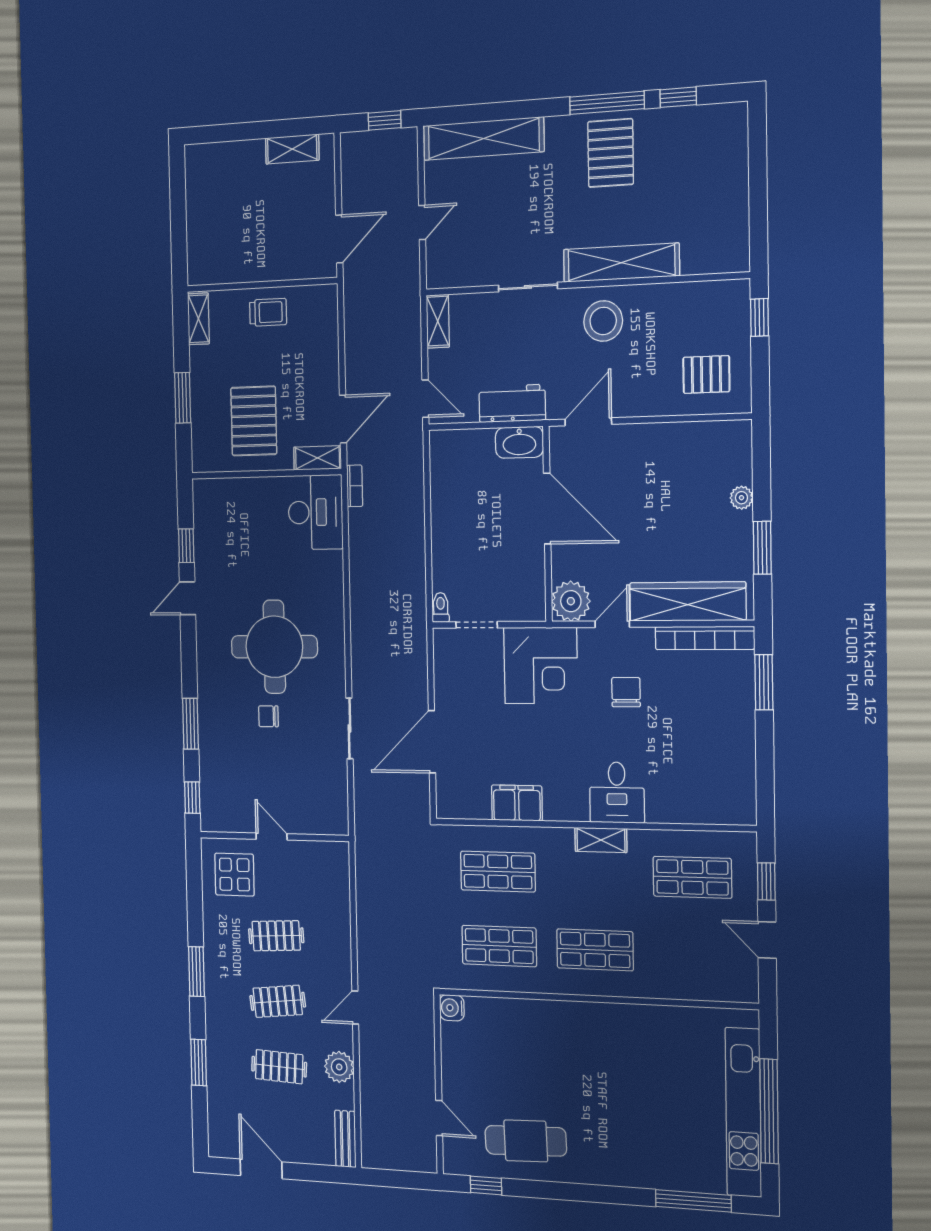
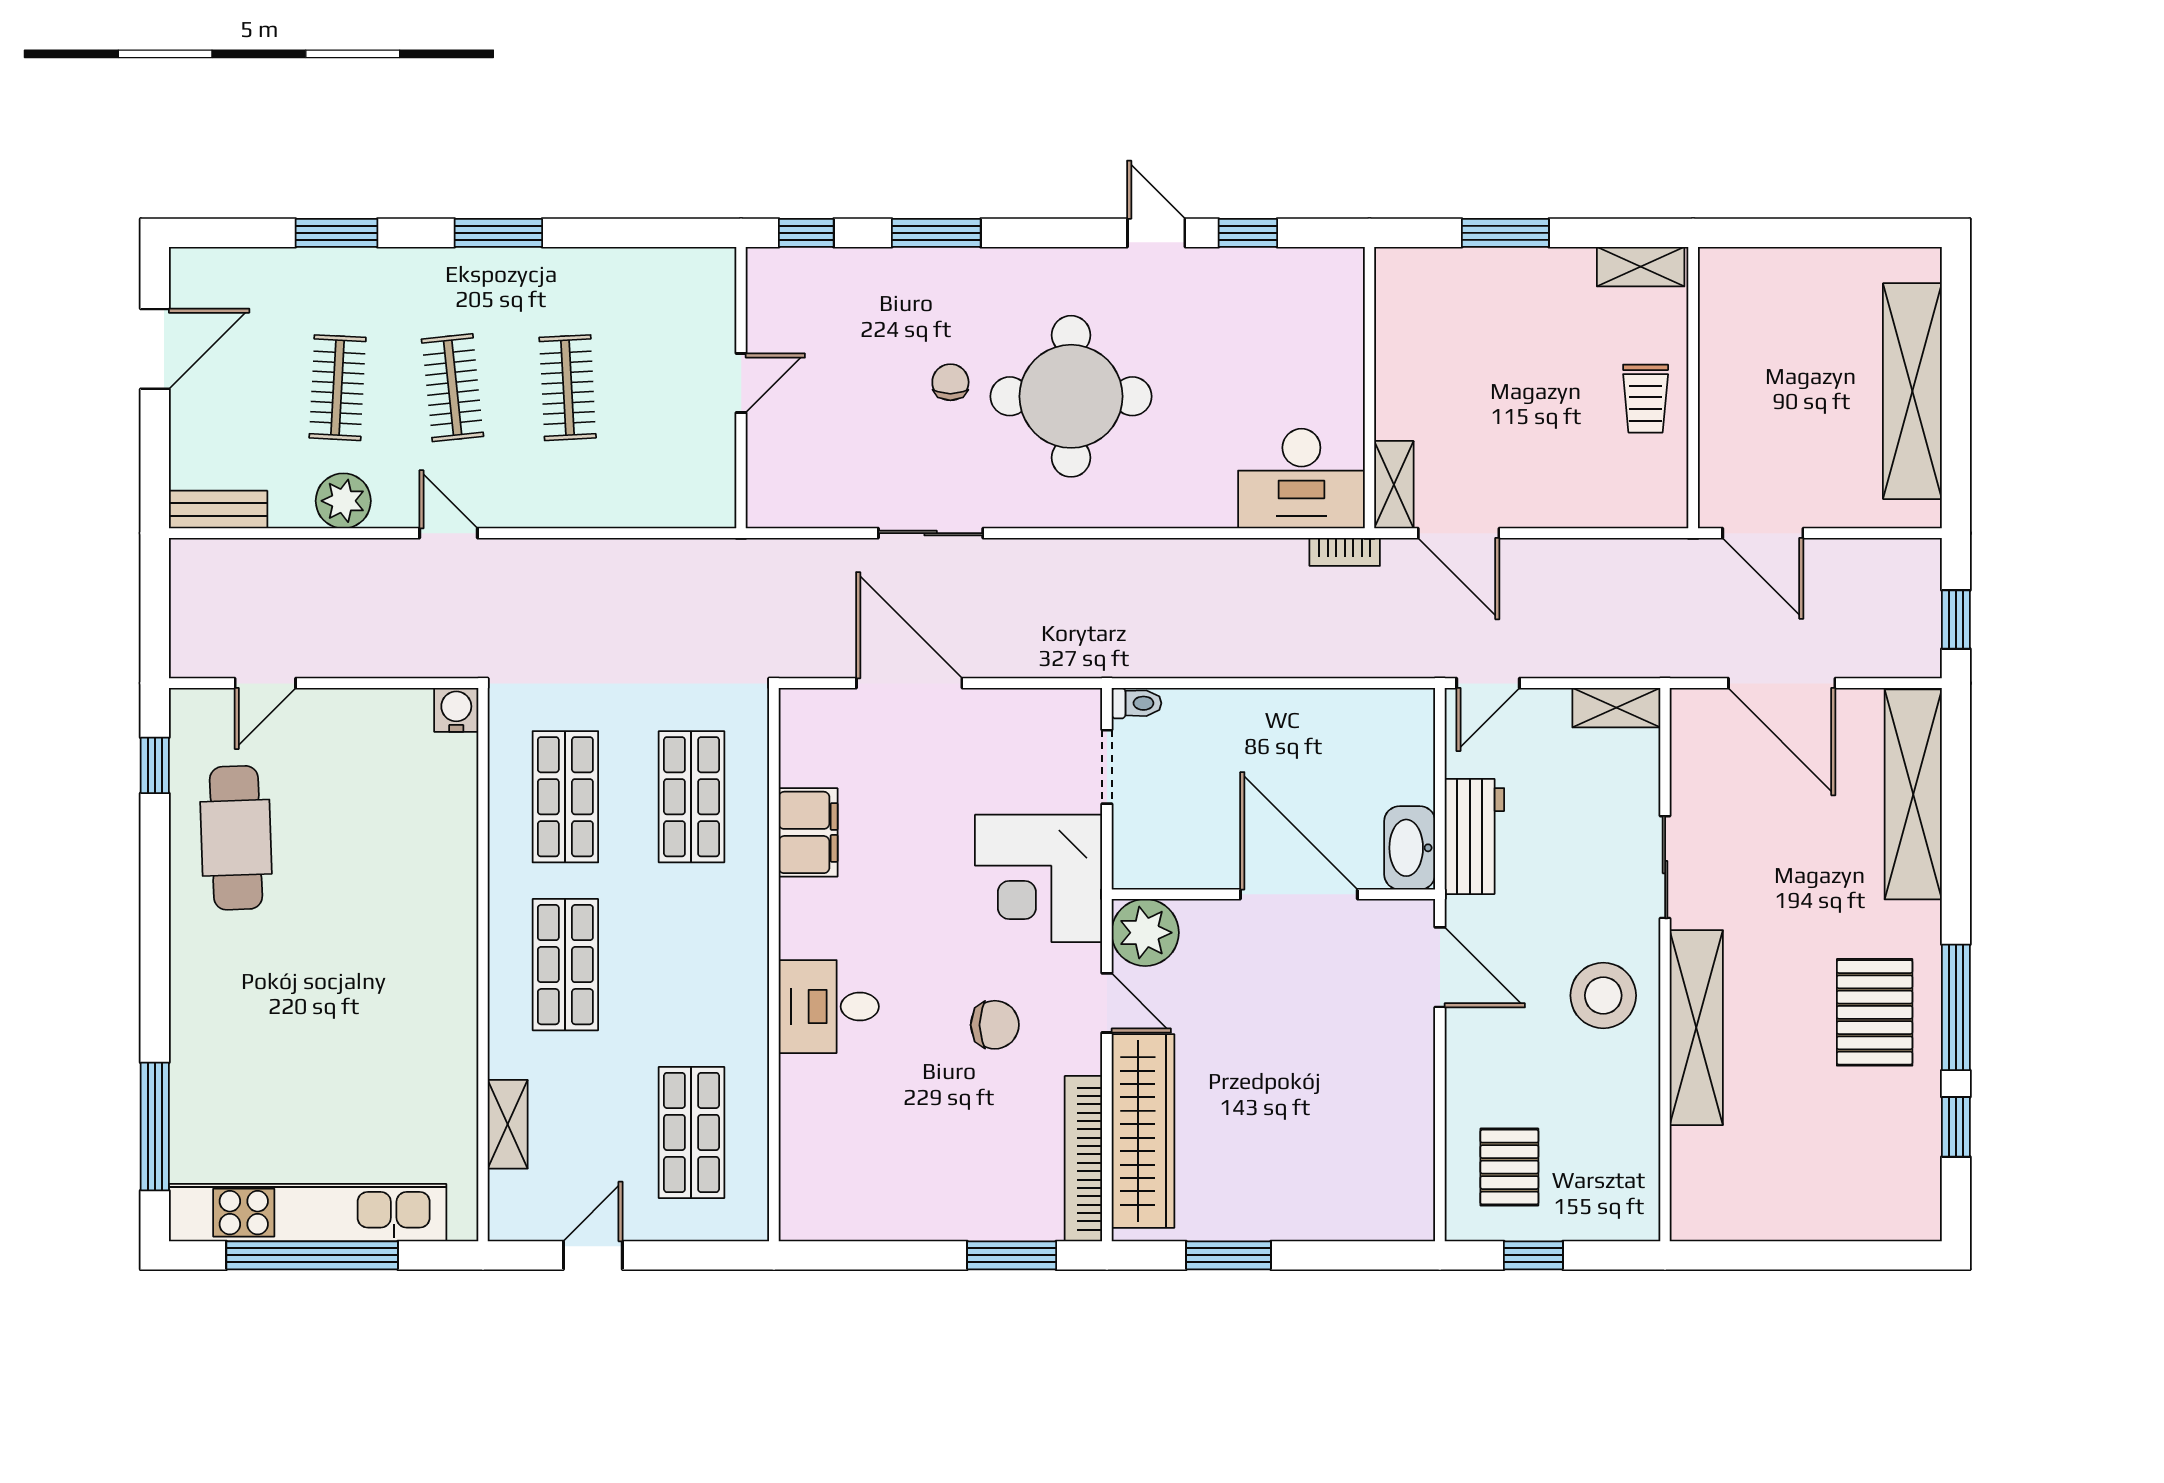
shelving: (292, 149) -> (1912, 391), width x2.20, depth x1.33
pallet: (611, 153) -> (1875, 1012), turned 90
door: (422, 222) -> (1782, 683), width x1.88
window: (759, 317) -> (1533, 1255), moved
pallet: (254, 421) -> (1461, 367), removed
plant: (741, 498) -> (1310, 1222), removed
door: (547, 509) -> (1299, 894), swing flipped
shelving: (601, 840) -> (508, 1124), moved
display table: (234, 875) -> (673, 311), removed
window: (766, 881) -> (688, 1255), removed

